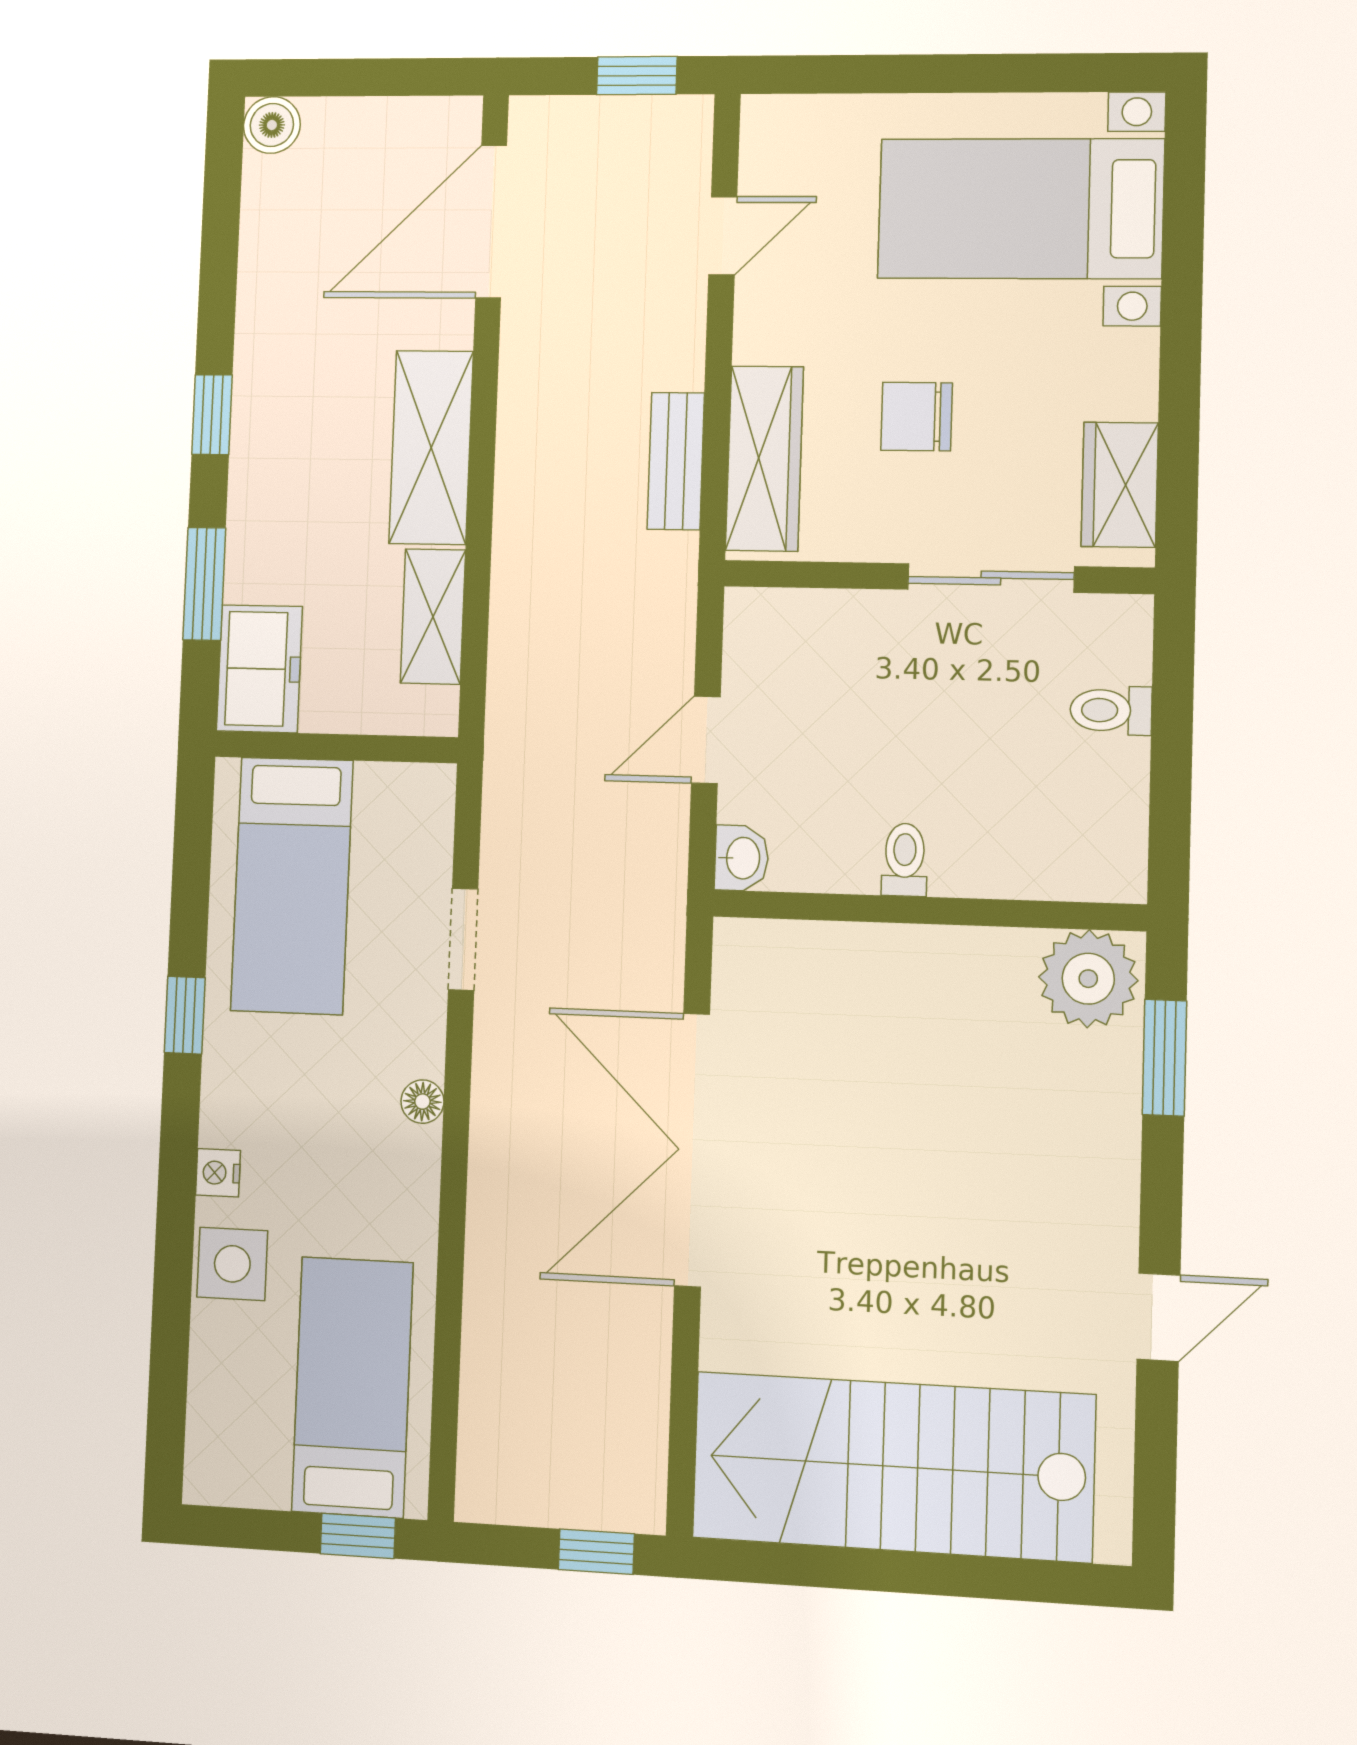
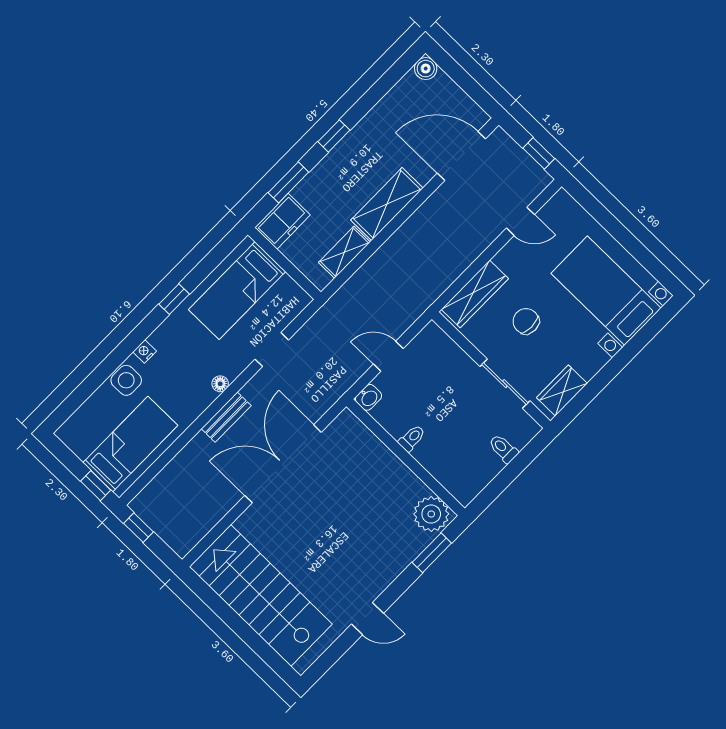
bench: (676, 461) -> (226, 417), moved
window: (596, 1552) -> (139, 528), moved

